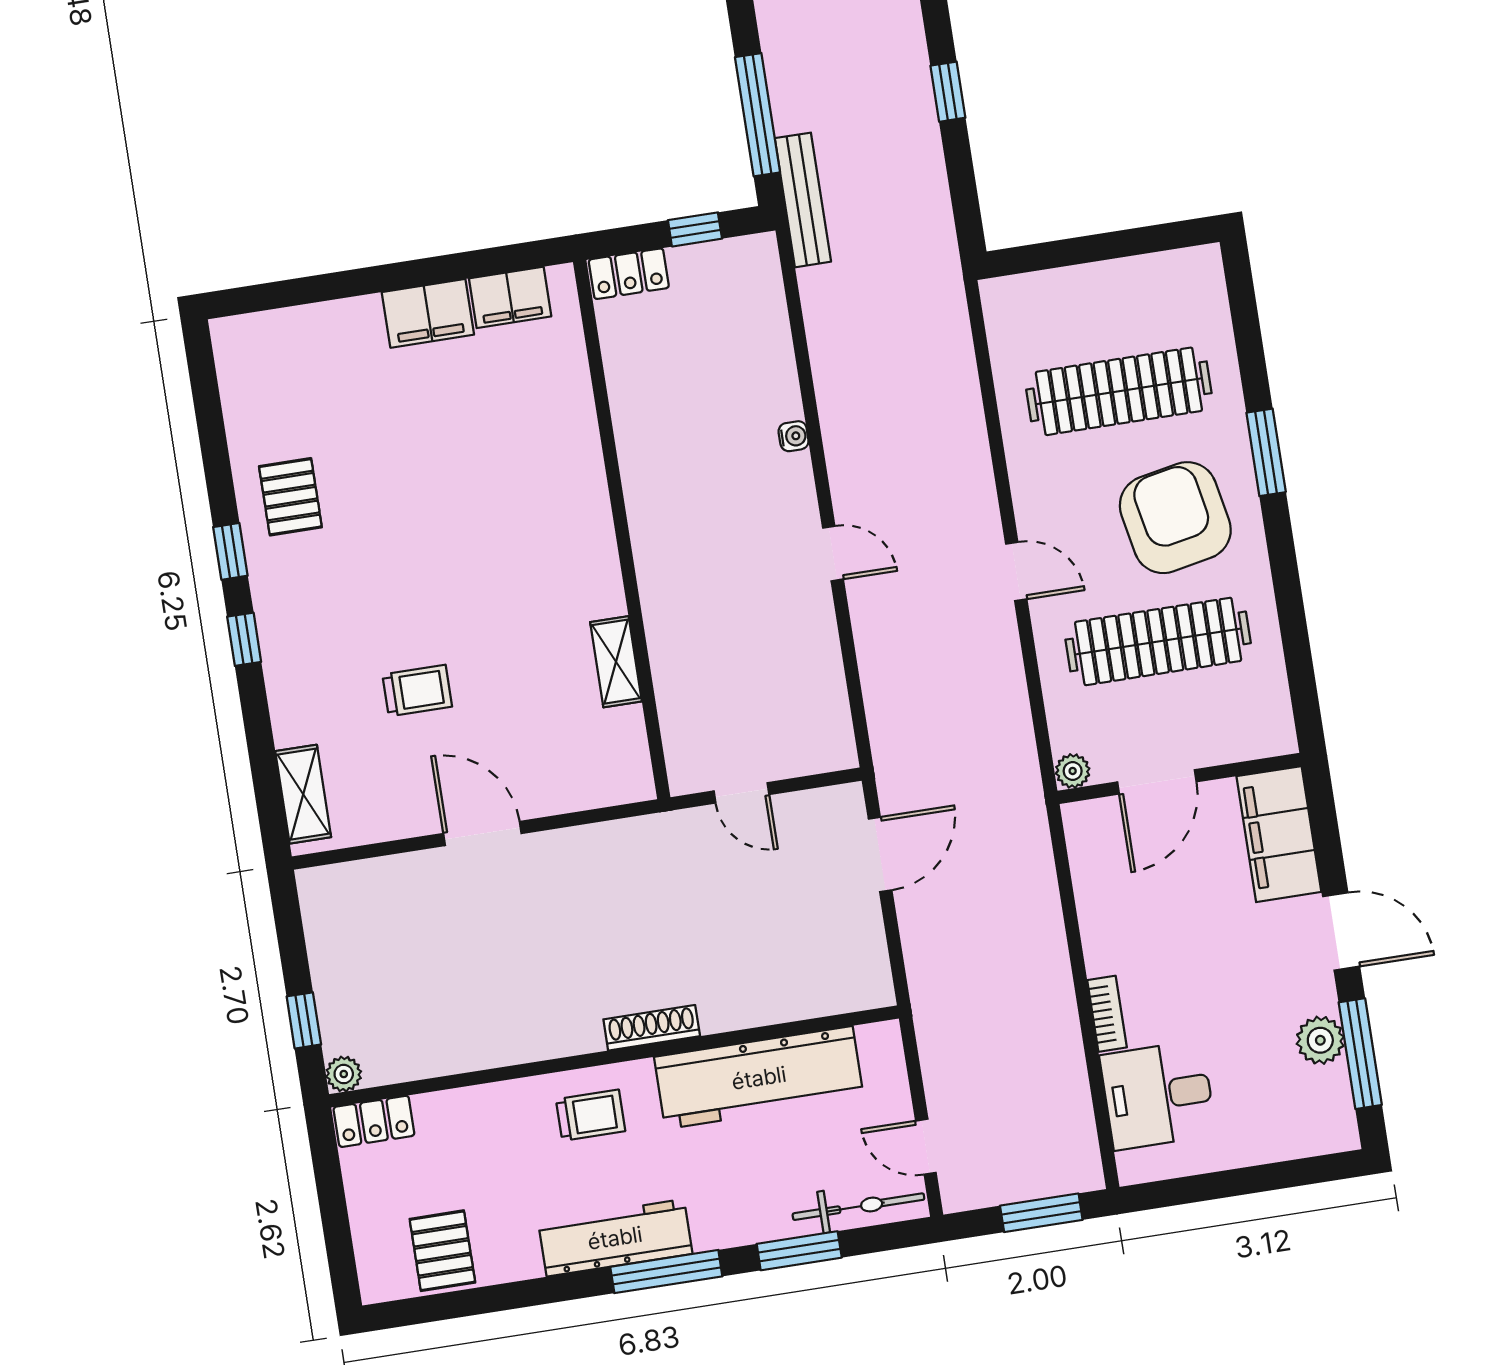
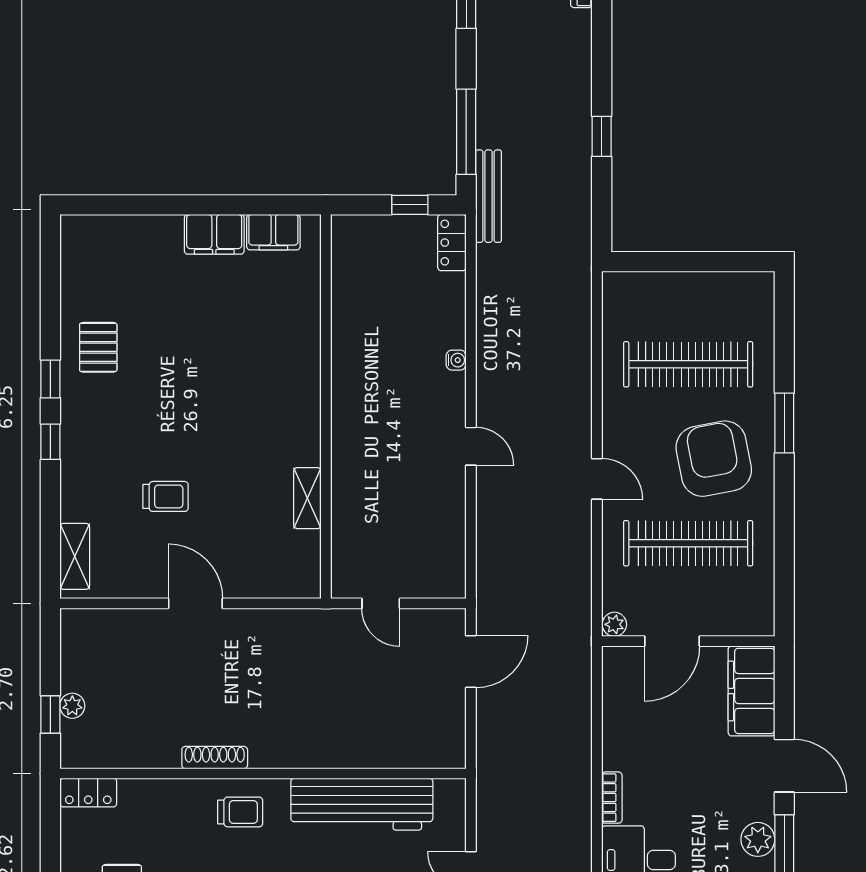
locker: (629, 274) -> (452, 243), moved, turned 90
shoe rack: (652, 1028) -> (215, 758), moved
plant: (344, 1074) -> (72, 706), moved

